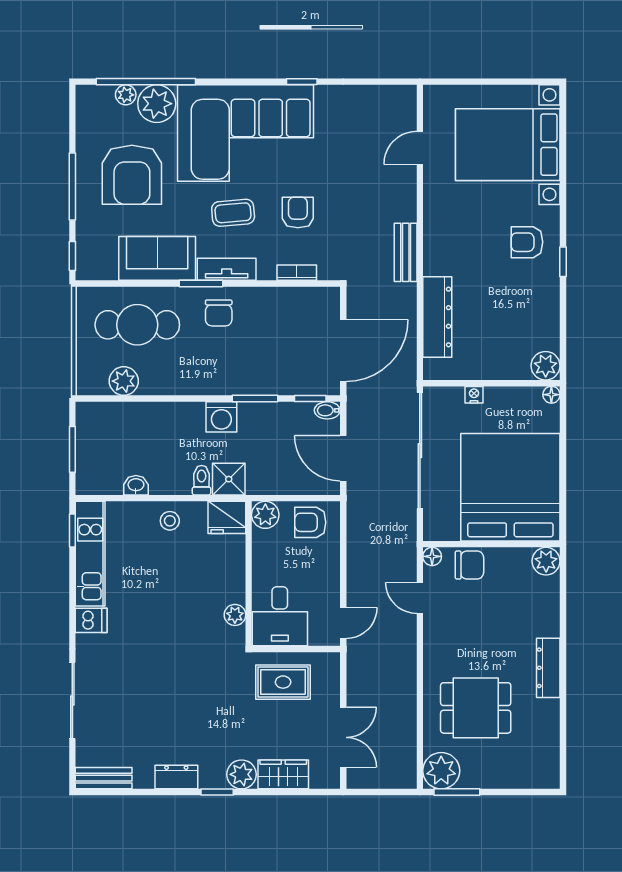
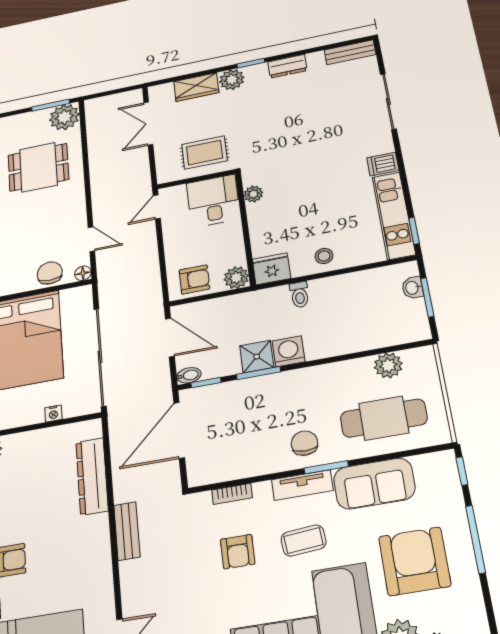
shower: (229, 479) -> (257, 357), moved
washbasin: (136, 485) -> (412, 288), moved, turned 90
chair: (469, 565) -> (50, 273), turned 90

